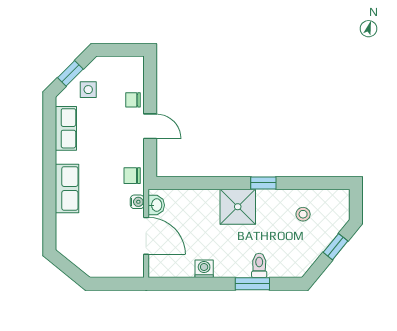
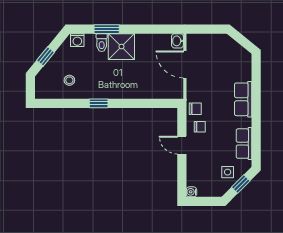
chair: (133, 100) -> (200, 127), moved
water cooler: (137, 202) -> (191, 192), moved
washbasin: (156, 205) -> (177, 41), moved
shower: (238, 207) -> (121, 47), moved
washing machine: (204, 269) -> (77, 40), moved

